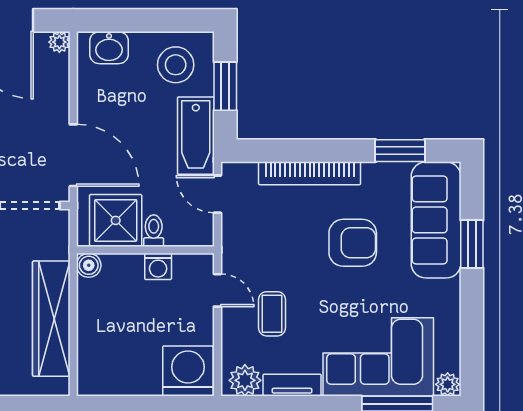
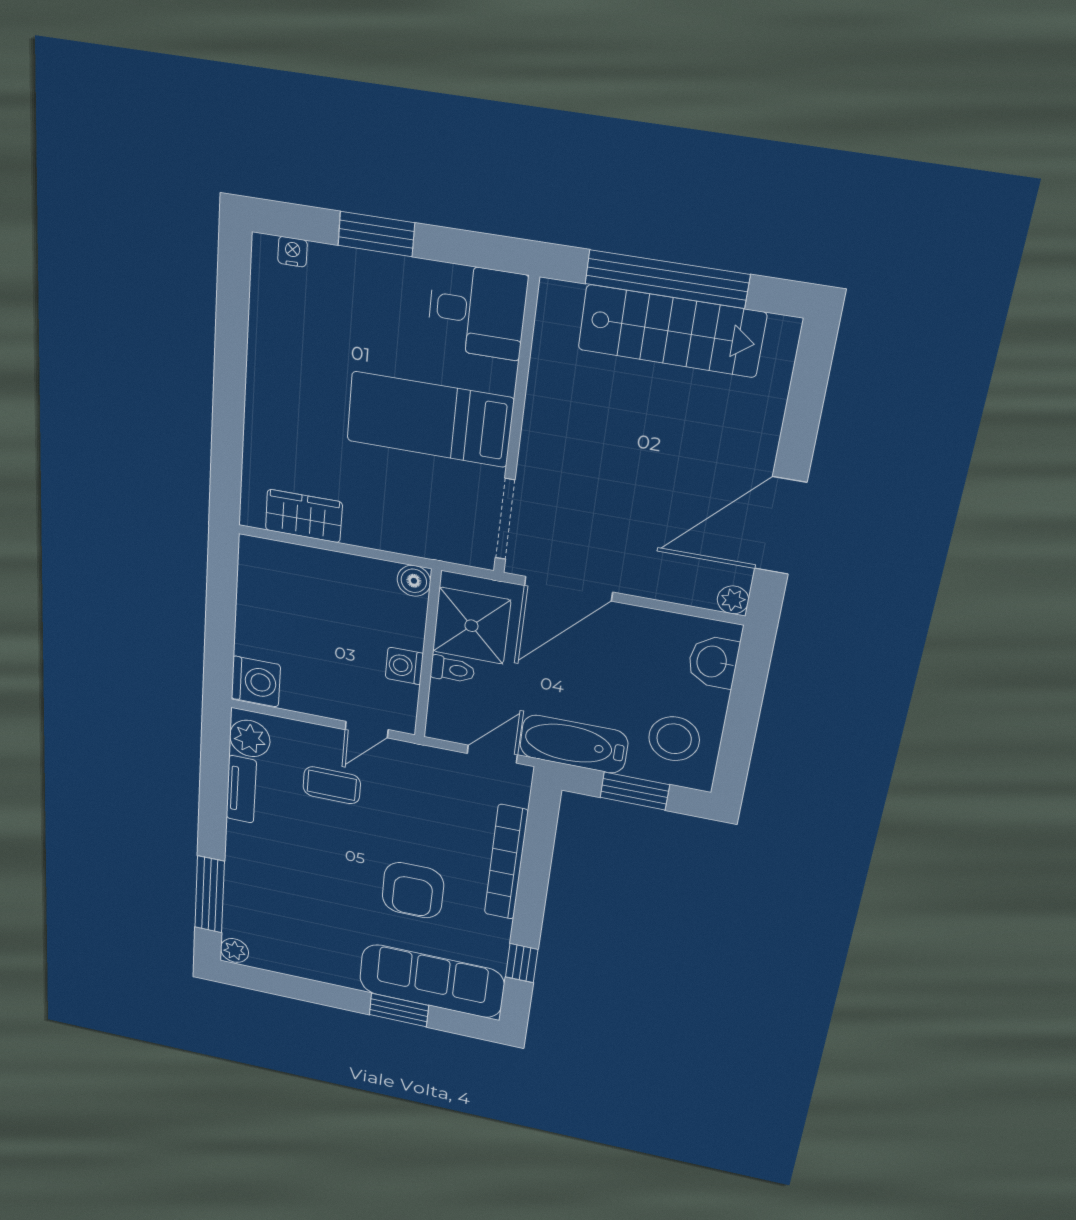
window: (400, 151) -> (522, 963), width x0.67
wardrobe: (51, 319) -> (304, 516), width x0.48, depth x0.85
corner sofa: (378, 357) -> (271, 888), removed
washing machine: (188, 371) -> (256, 682), width x0.73, depth x0.73

